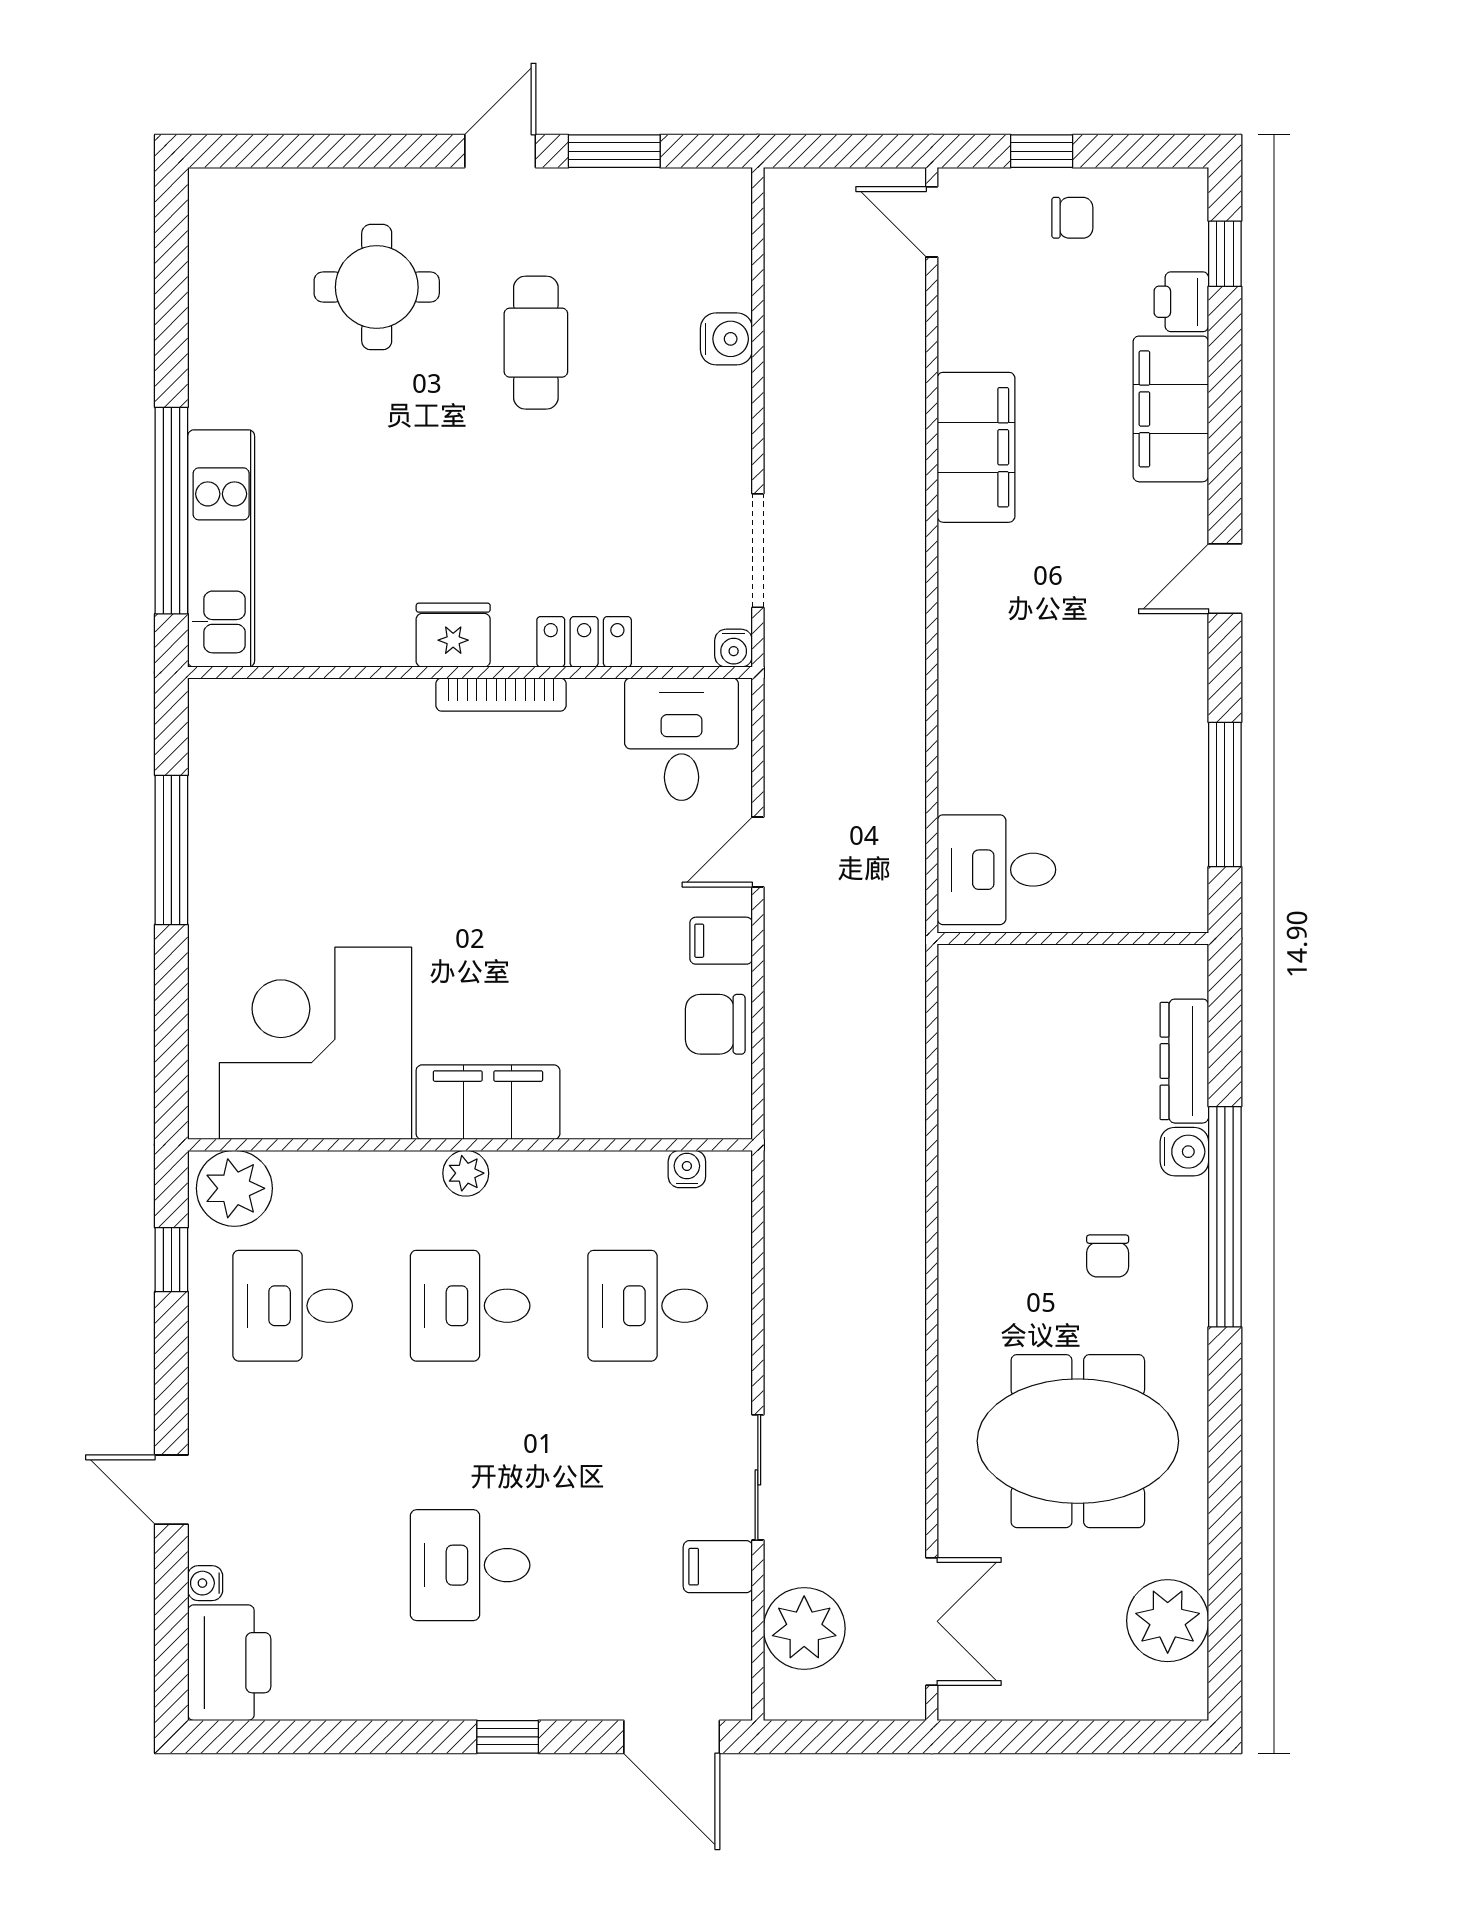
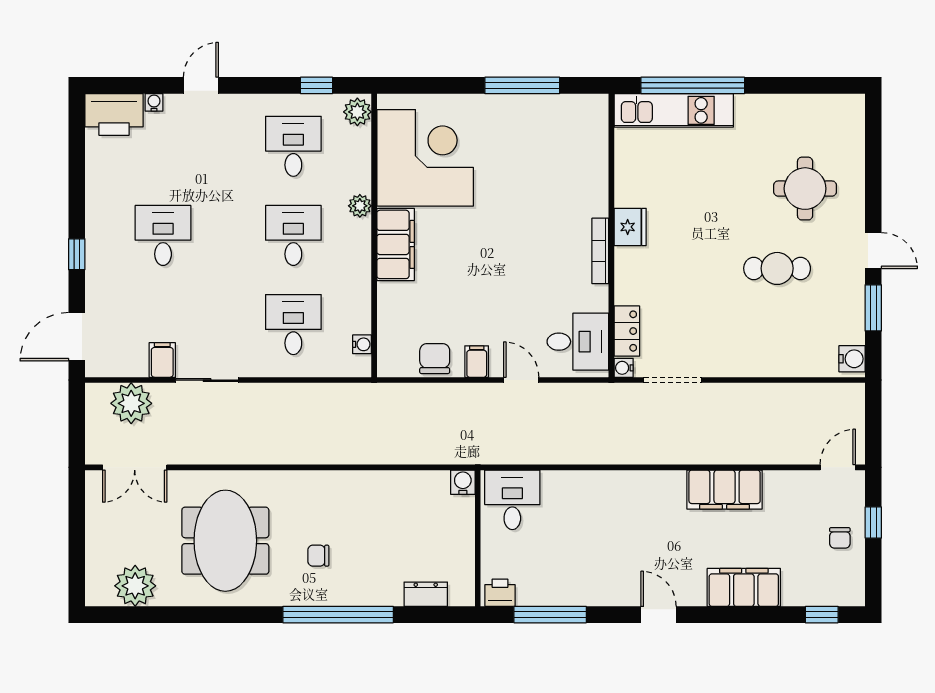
printer: (1181, 302) -> (500, 593), moved
water cooler: (726, 339) -> (852, 359), moved, turned -90
locker: (584, 642) -> (627, 331), moved
dresser: (1184, 1061) -> (426, 594), width x0.70
water cooler: (1184, 1152) -> (463, 482), moved, turned 180
plant: (466, 1173) -> (360, 206), moved
plant: (234, 1188) -> (357, 112), width x0.73, depth x0.73

